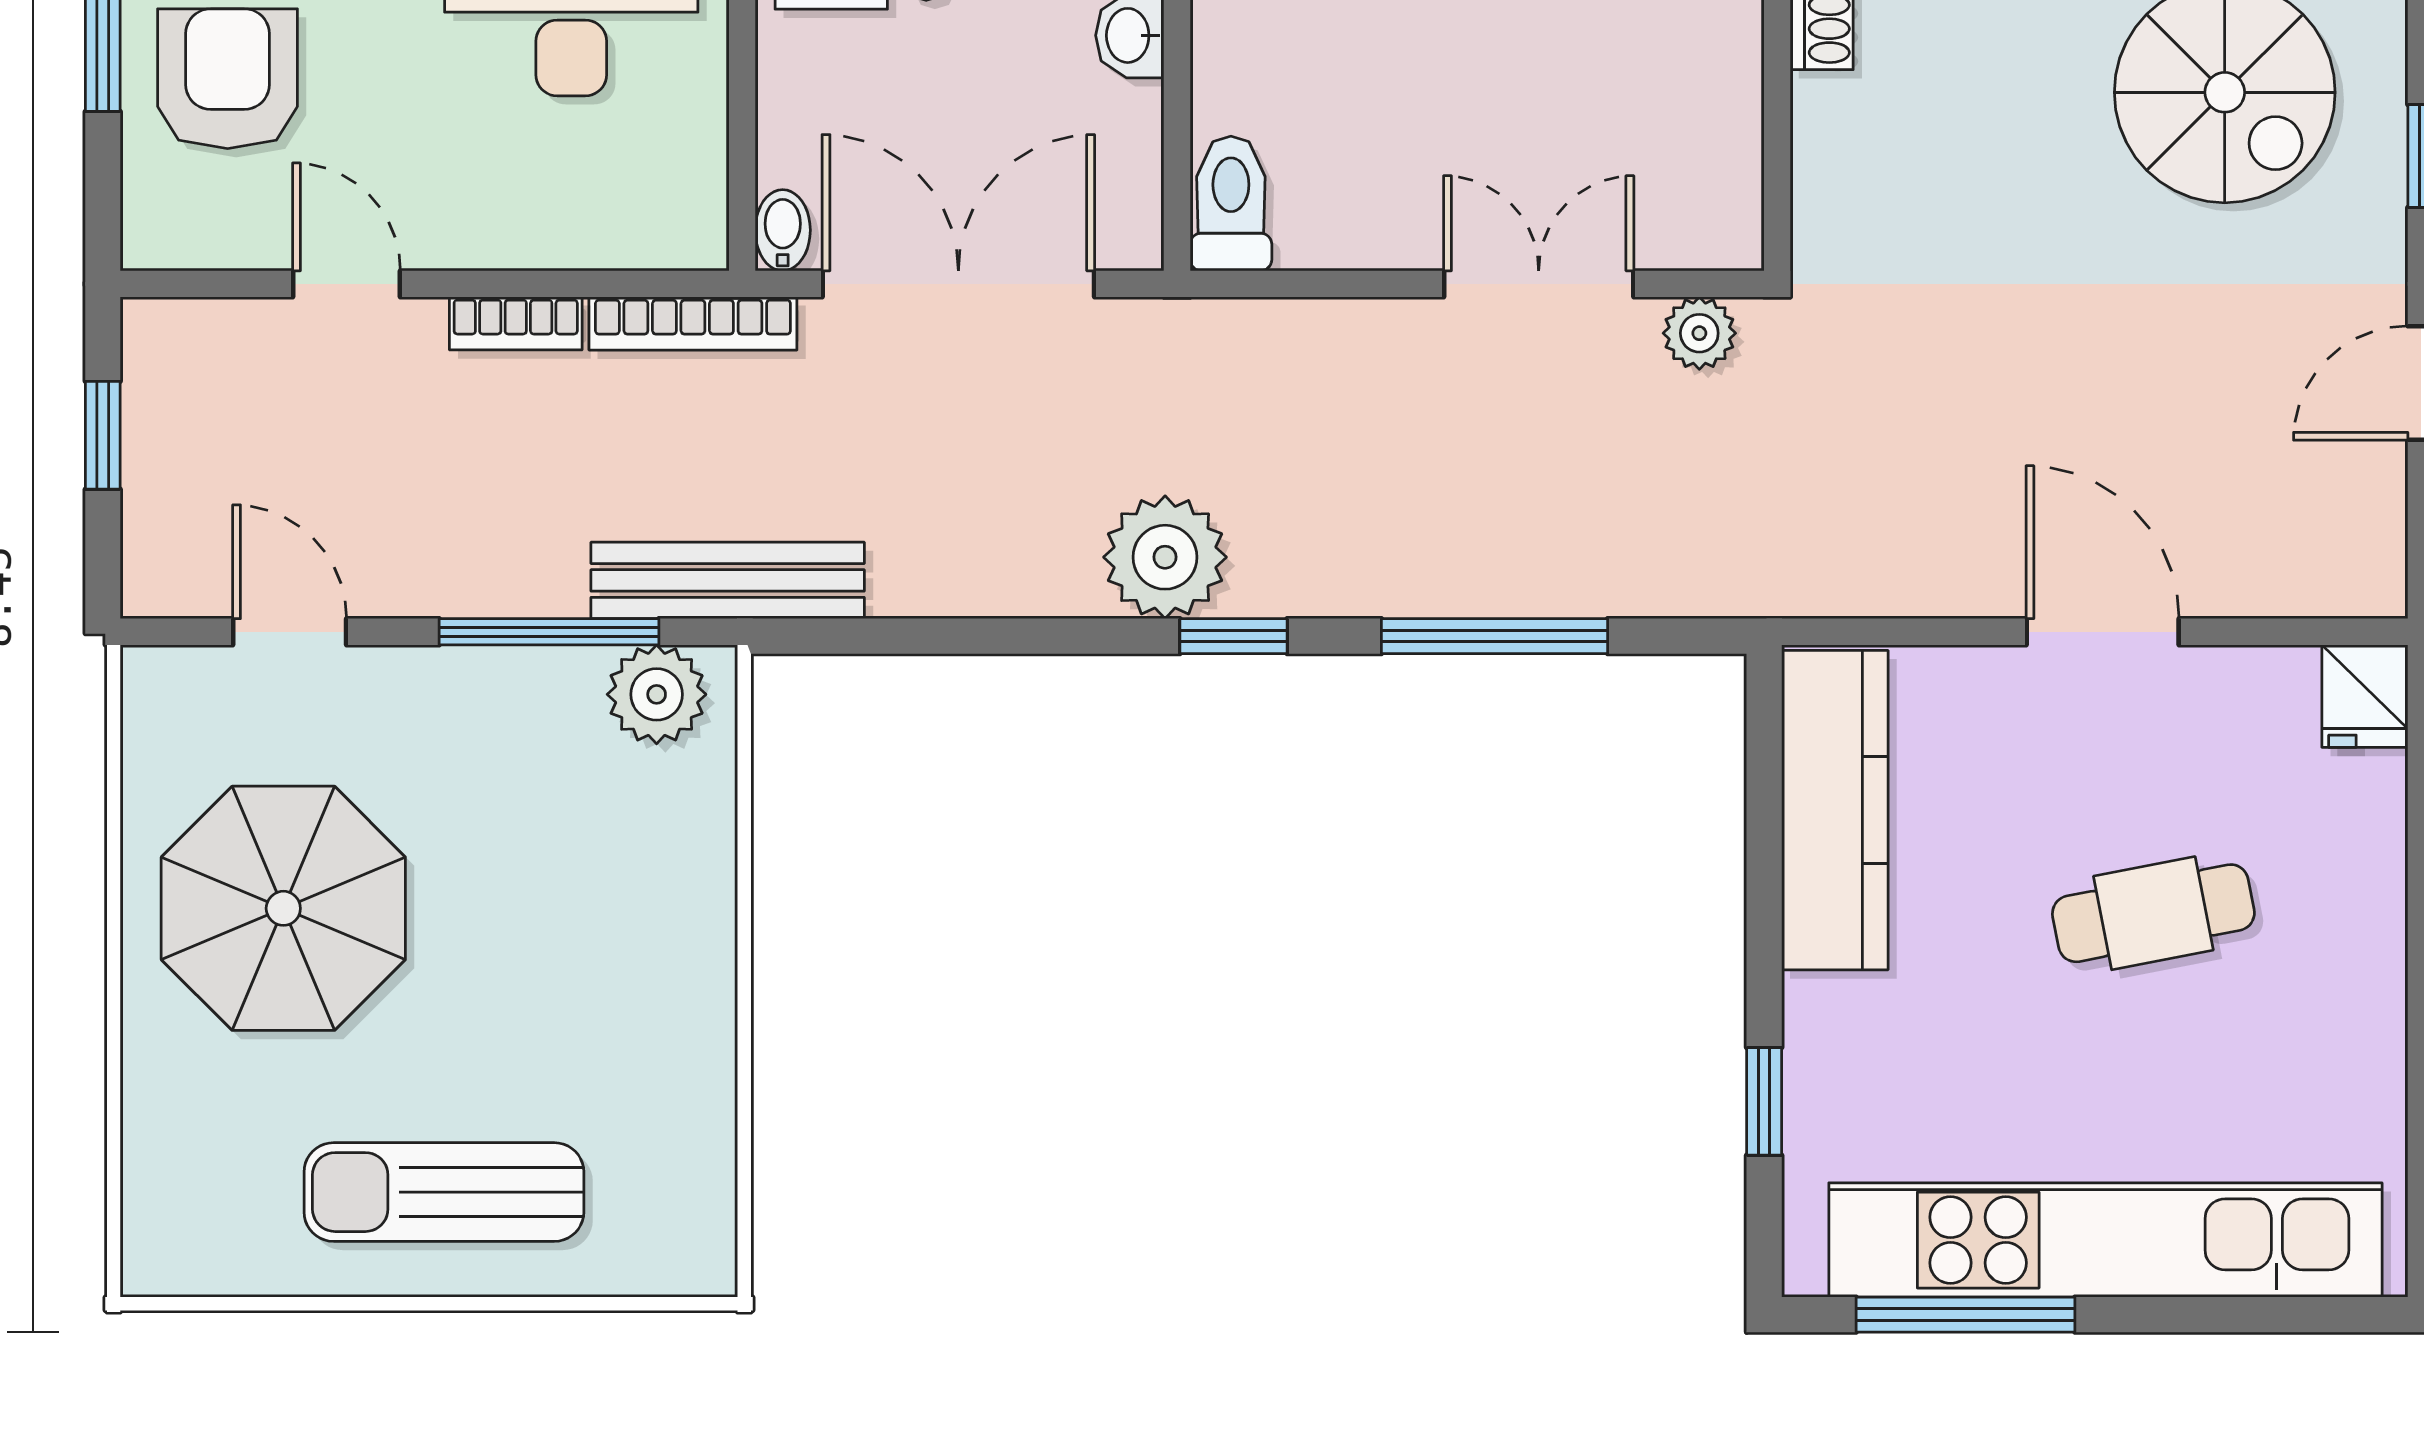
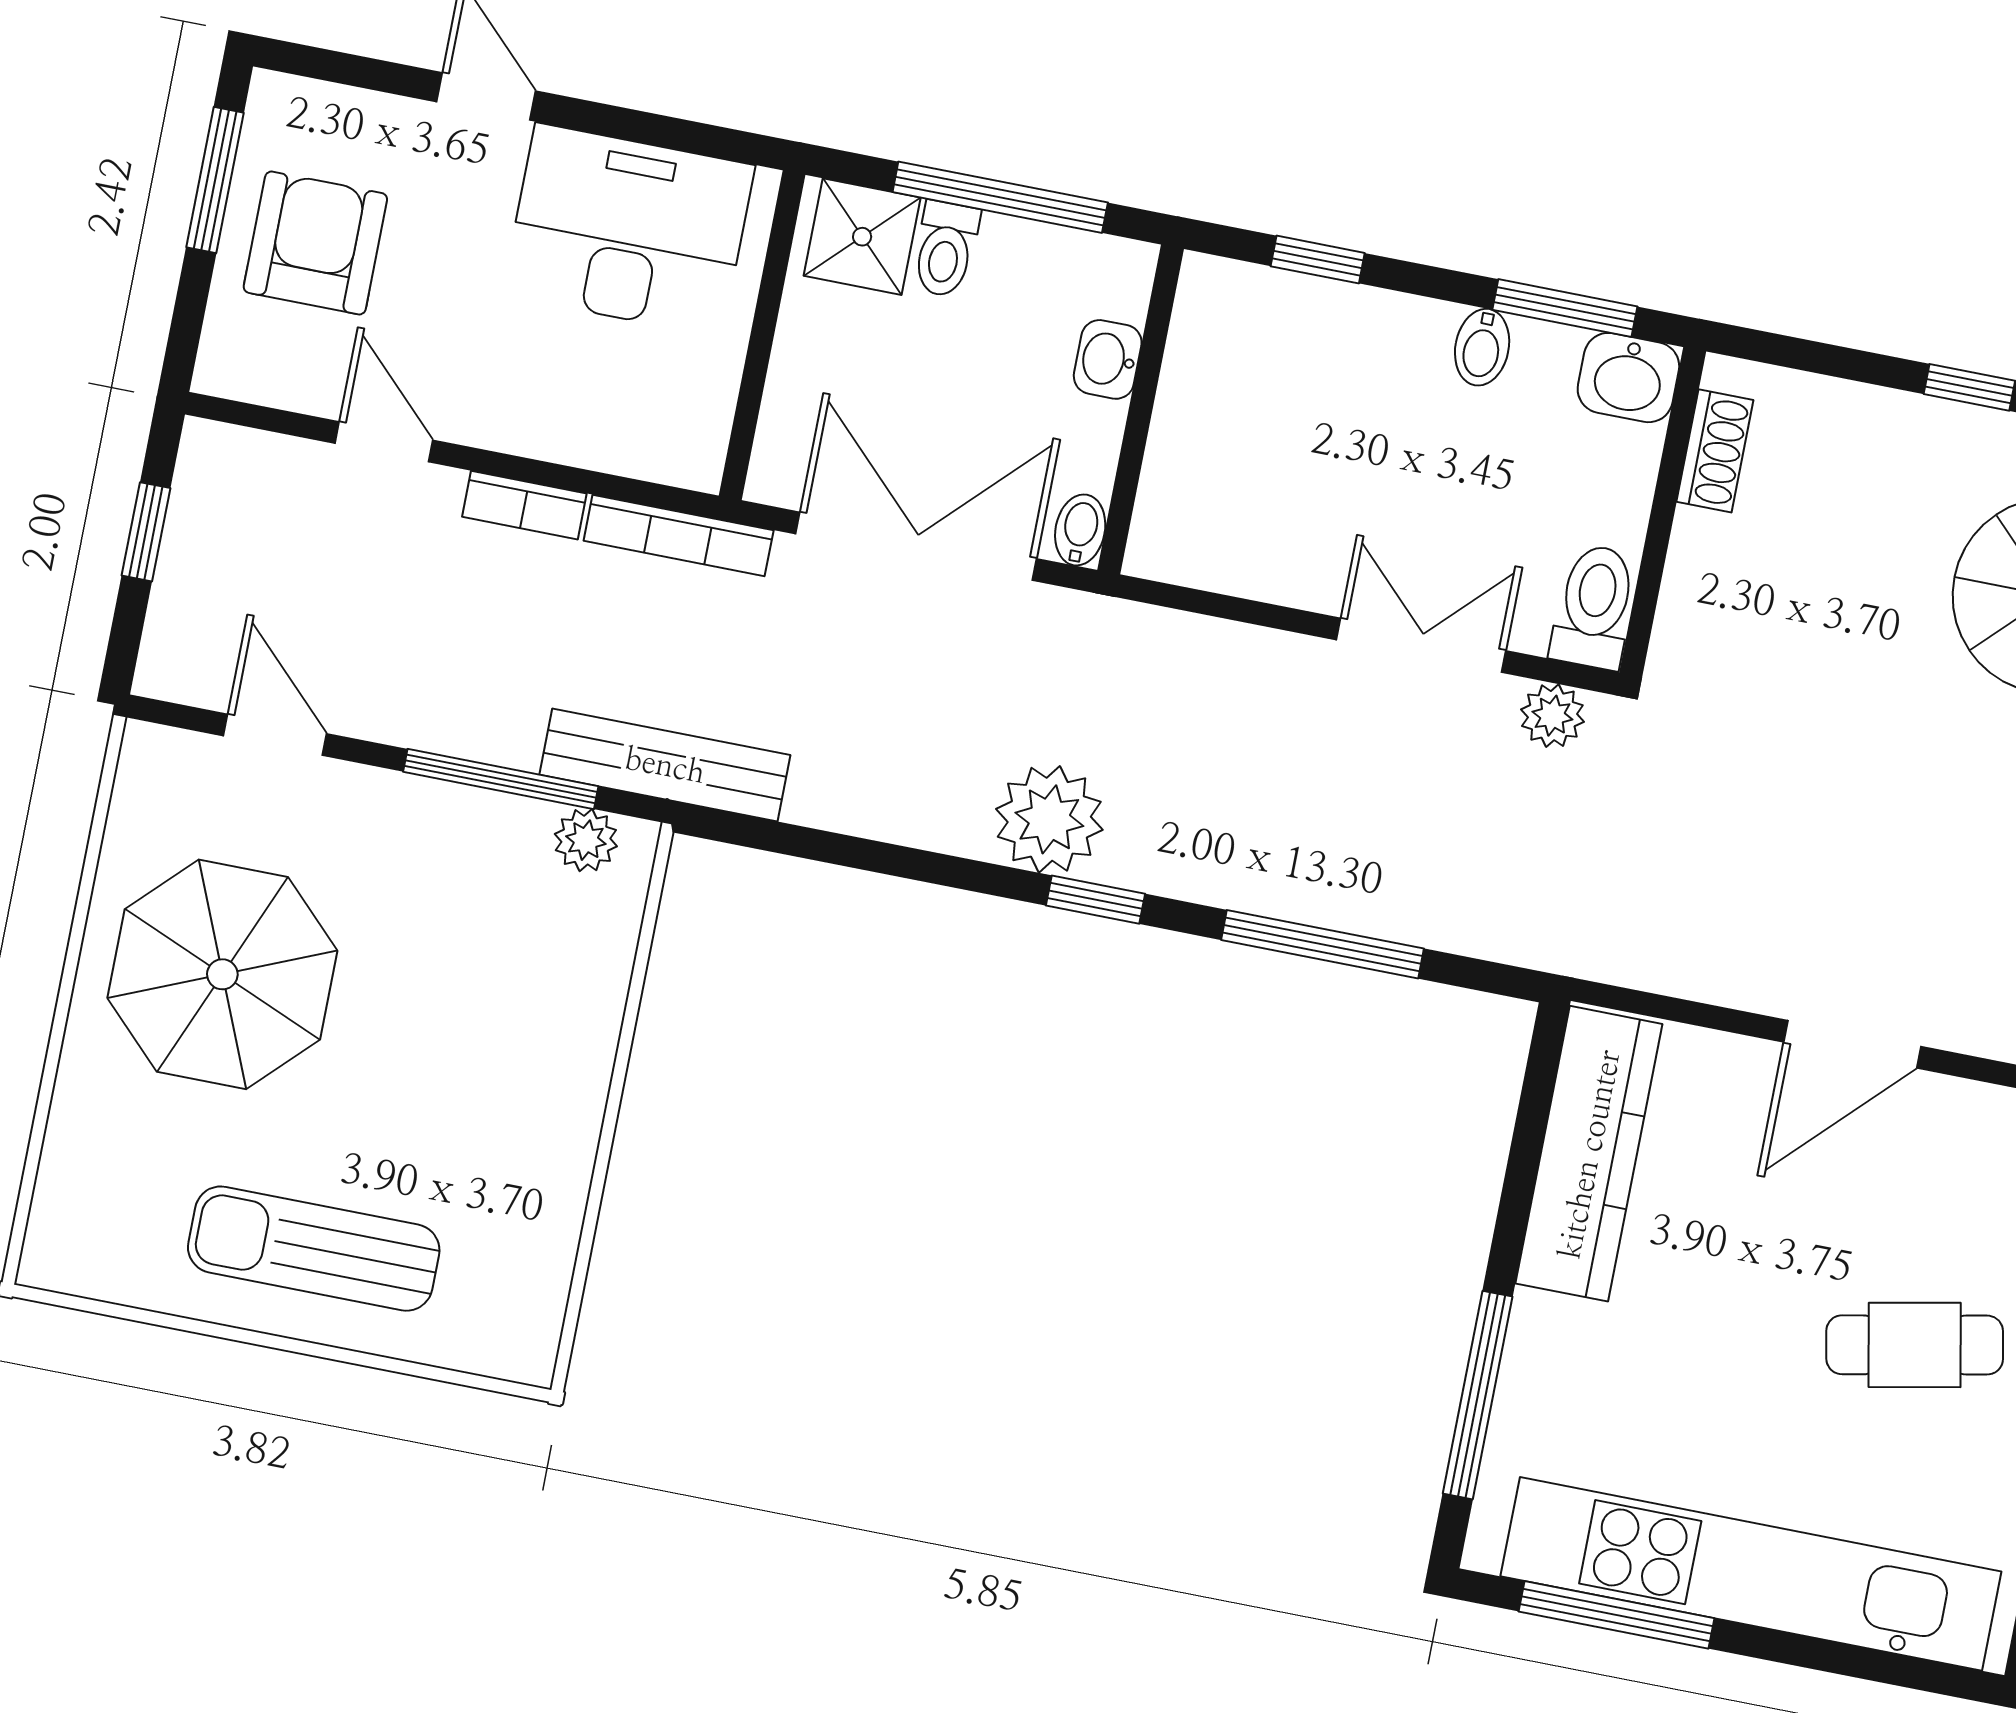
toilet: (1231, 204) -> (1594, 607), moved
bidet: (783, 230) -> (1080, 530), moved
door: (2103, 632) -> (1852, 1044), swing flipped
plant: (657, 694) -> (586, 840), width x0.73, depth x0.73
cafe table: (2153, 913) -> (1915, 1345), moved
window: (1764, 1101) -> (1478, 1395), width x2.17

